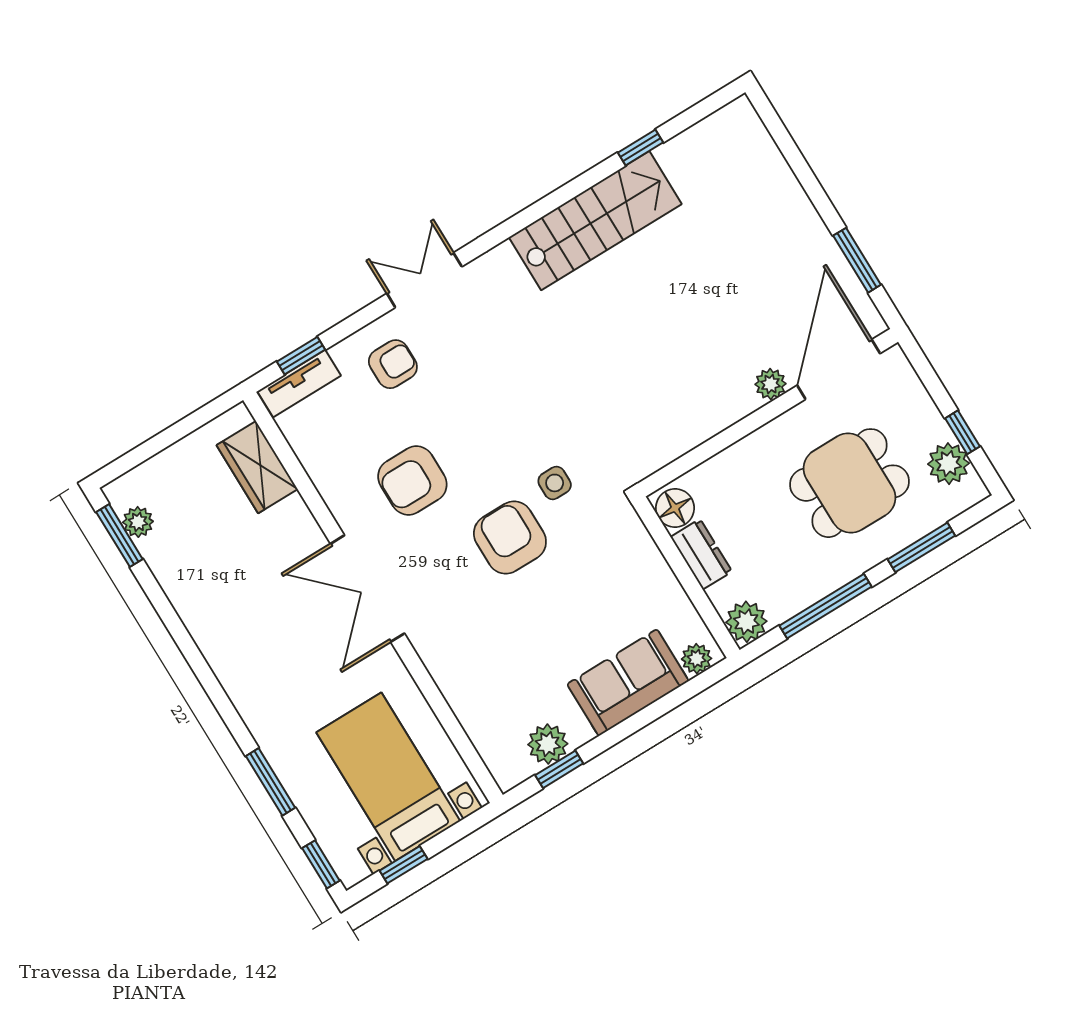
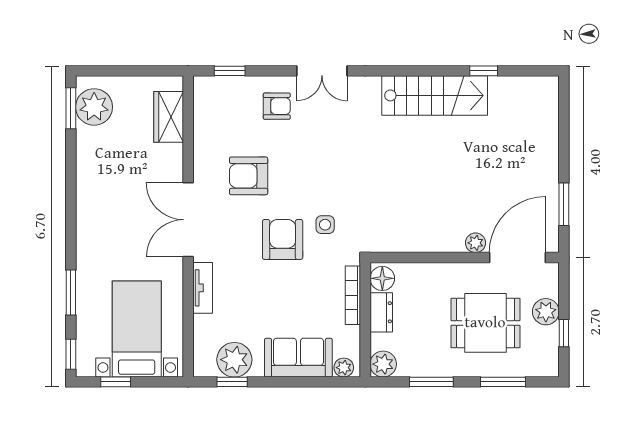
double door: (424, 280) -> (322, 71), swing flipped
tv unit: (299, 383) -> (203, 288), moved, turned -90
plant: (948, 464) -> (546, 312), moved
plant: (138, 522) -> (94, 107), width x1.87, depth x1.87
bookcase: (650, 555) -> (353, 295), added
window: (825, 606) -> (431, 382), width x0.69
plant: (548, 744) -> (234, 360), width x1.36, depth x1.36

